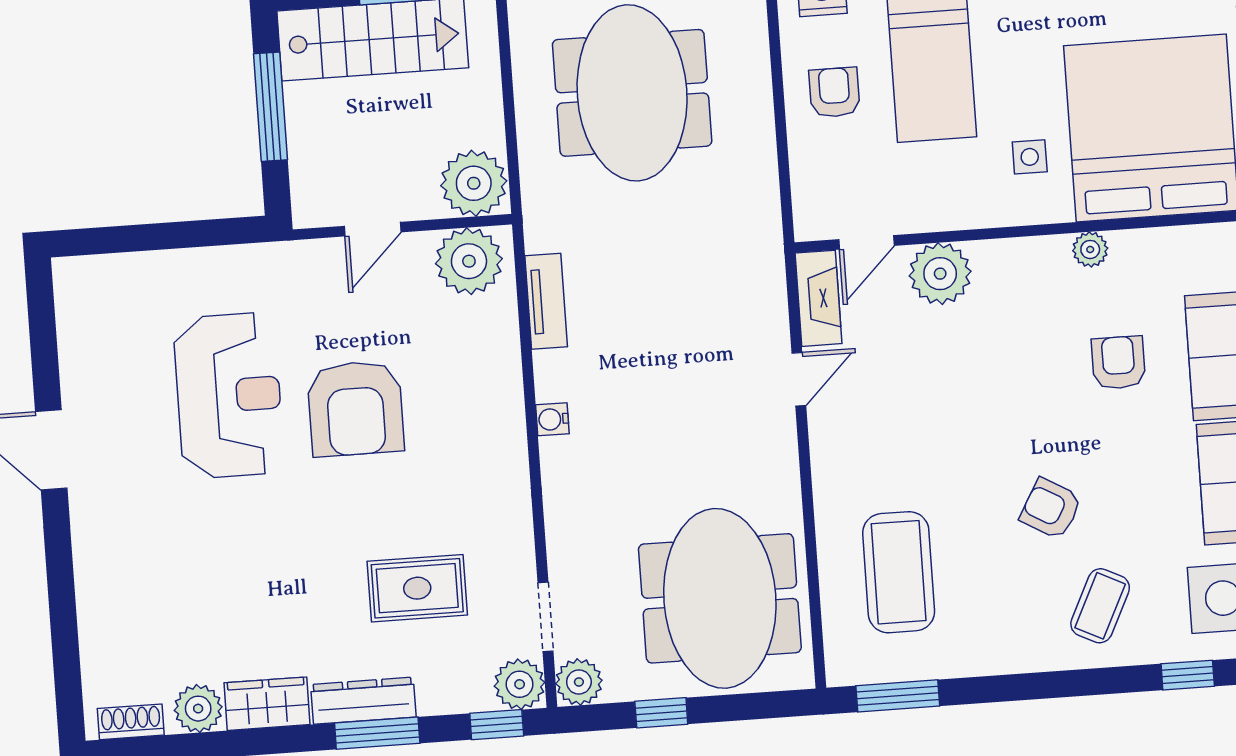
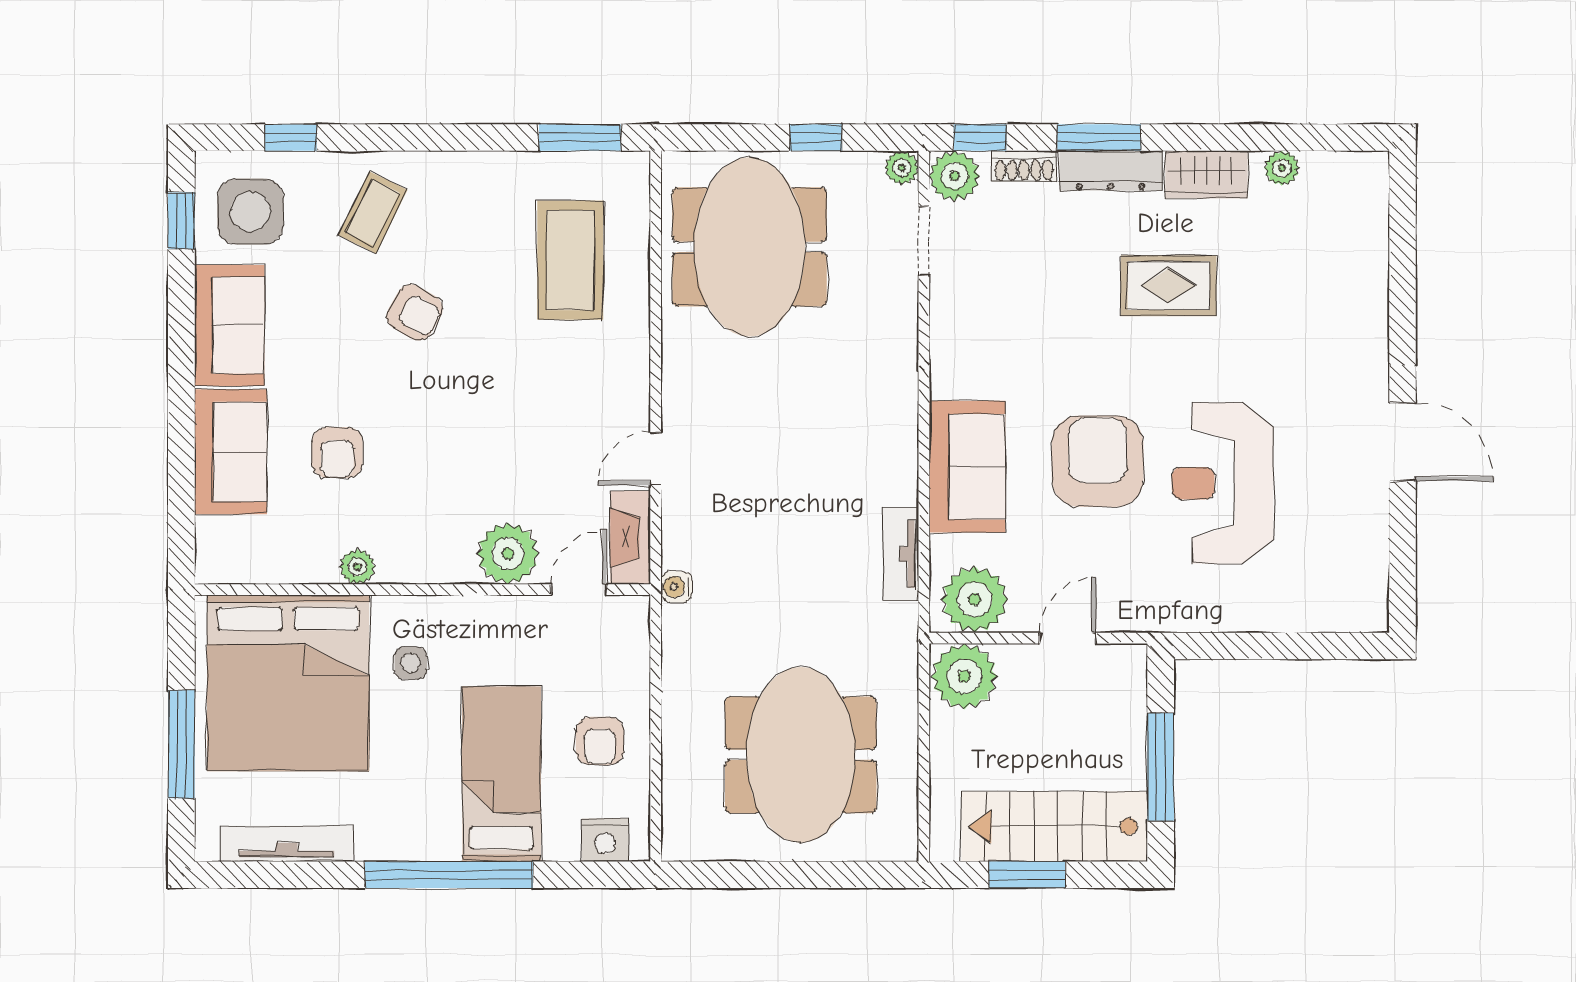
sofa: (486, 394) -> (967, 467), added
water cooler: (552, 419) -> (676, 587), moved, turned 180
rug: (417, 588) -> (1169, 286), moved
plant: (579, 682) -> (902, 168), width x0.73, depth x0.73
plant: (198, 709) -> (1282, 168), width x0.73, depth x0.73
shoe rack: (131, 722) -> (1024, 166), moved

